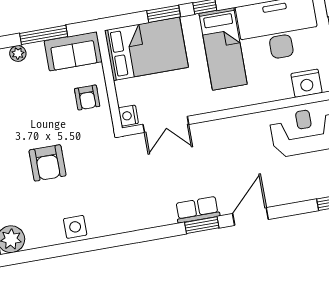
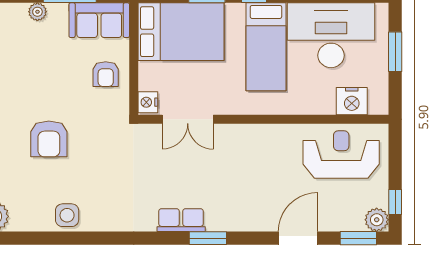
row of seats: (197, 210) -> (181, 220), moved
door: (250, 217) -> (298, 238), moved

